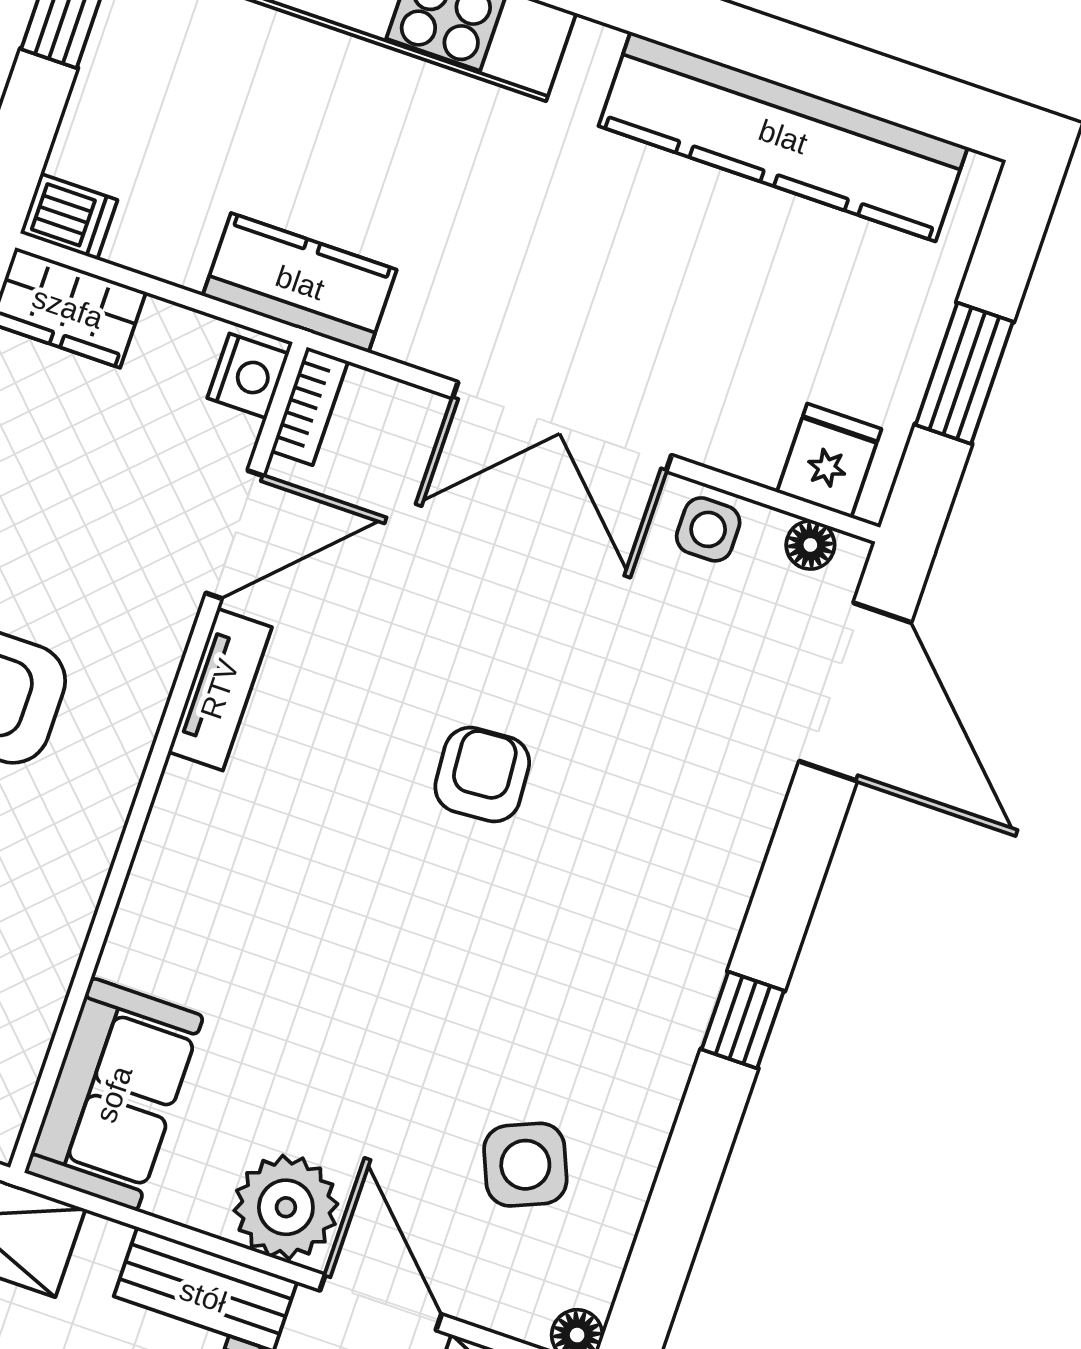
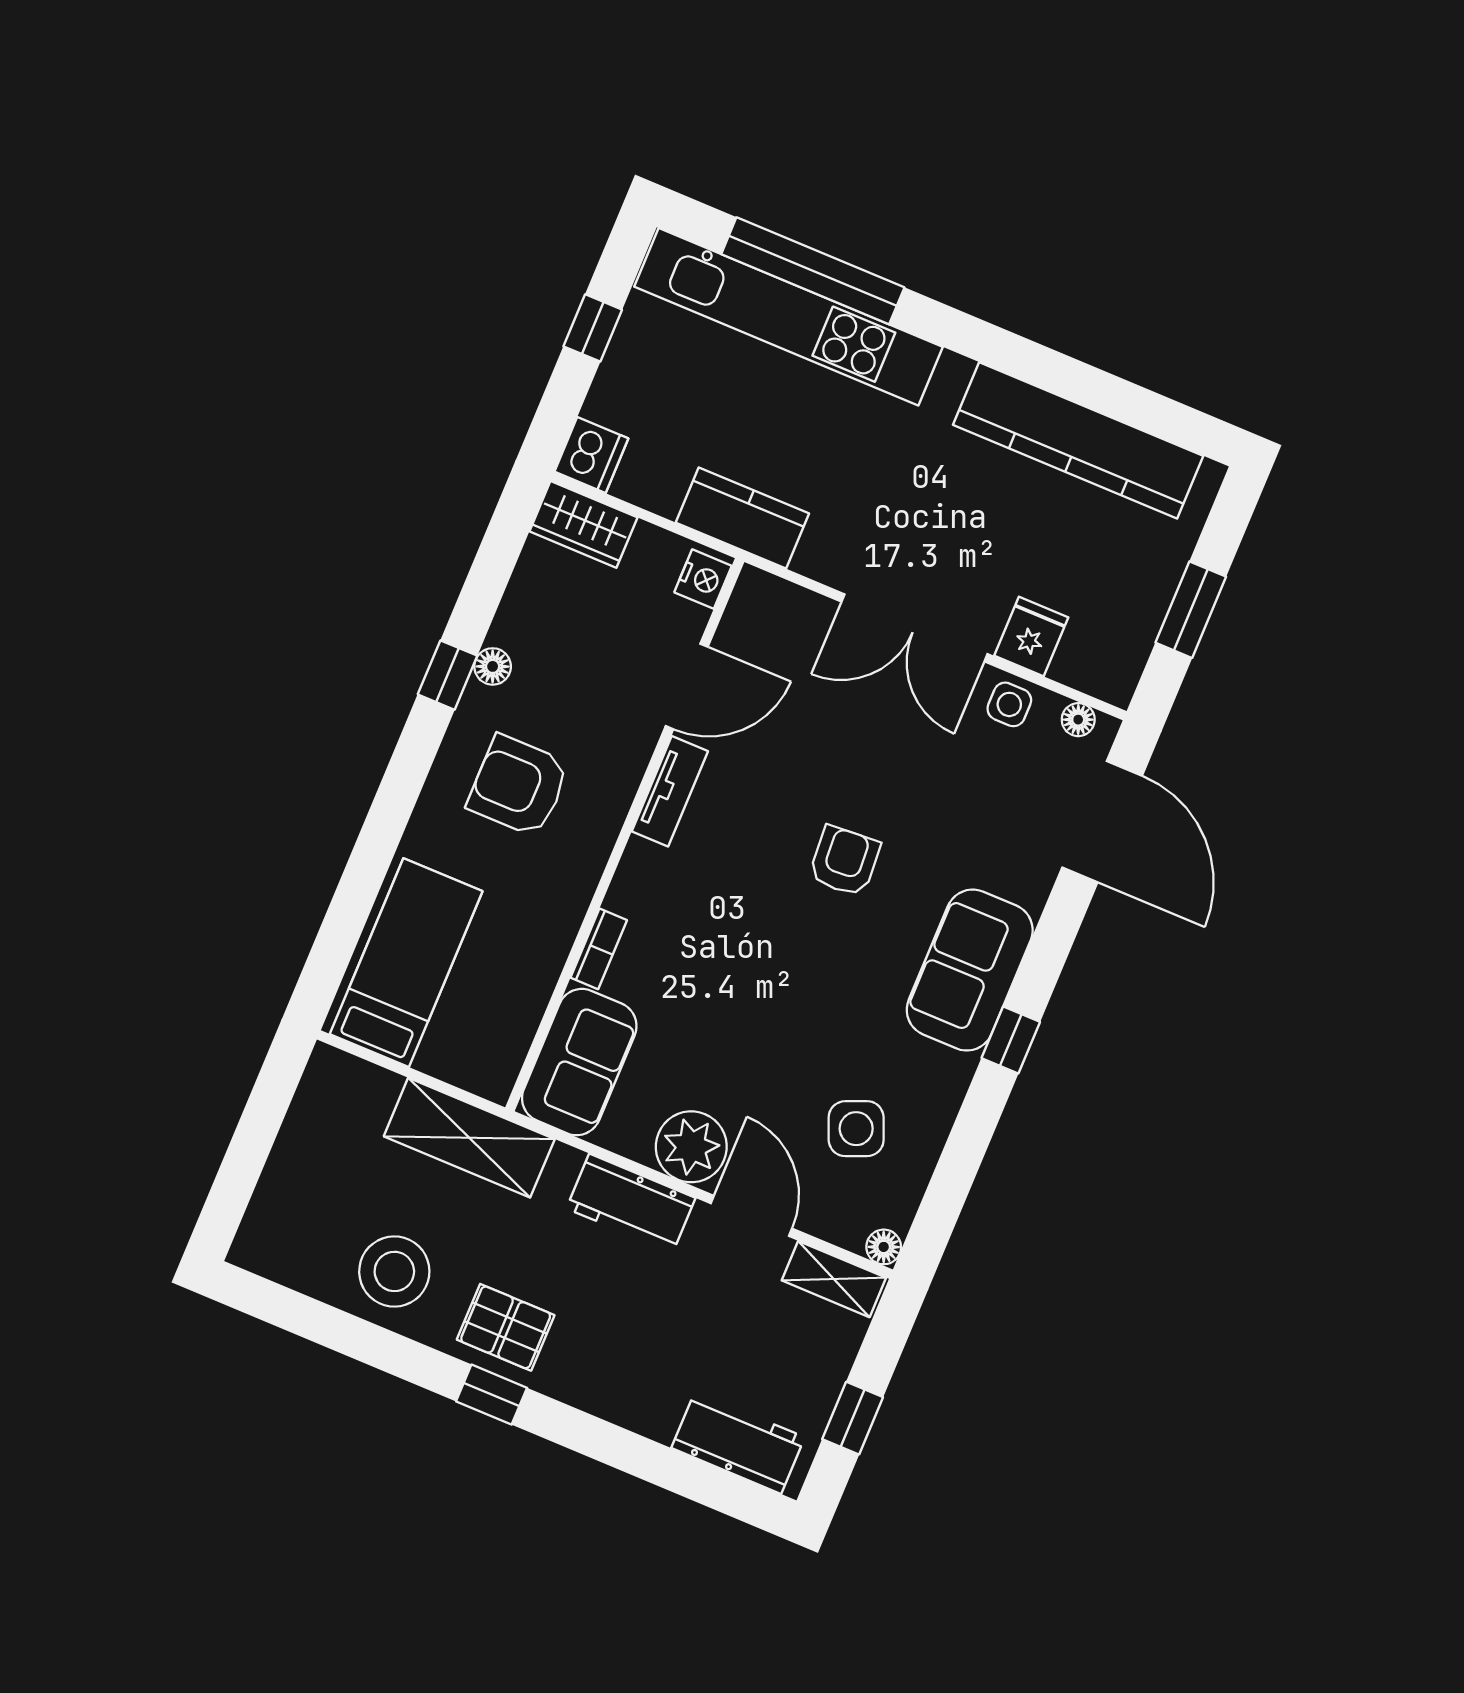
dishwasher: (69, 217) -> (591, 455), width x1.38
bookcase: (310, 406) -> (599, 949), moved
fridge: (829, 461) -> (1031, 636), moved
sofa: (676, 922) -> (970, 970), added

